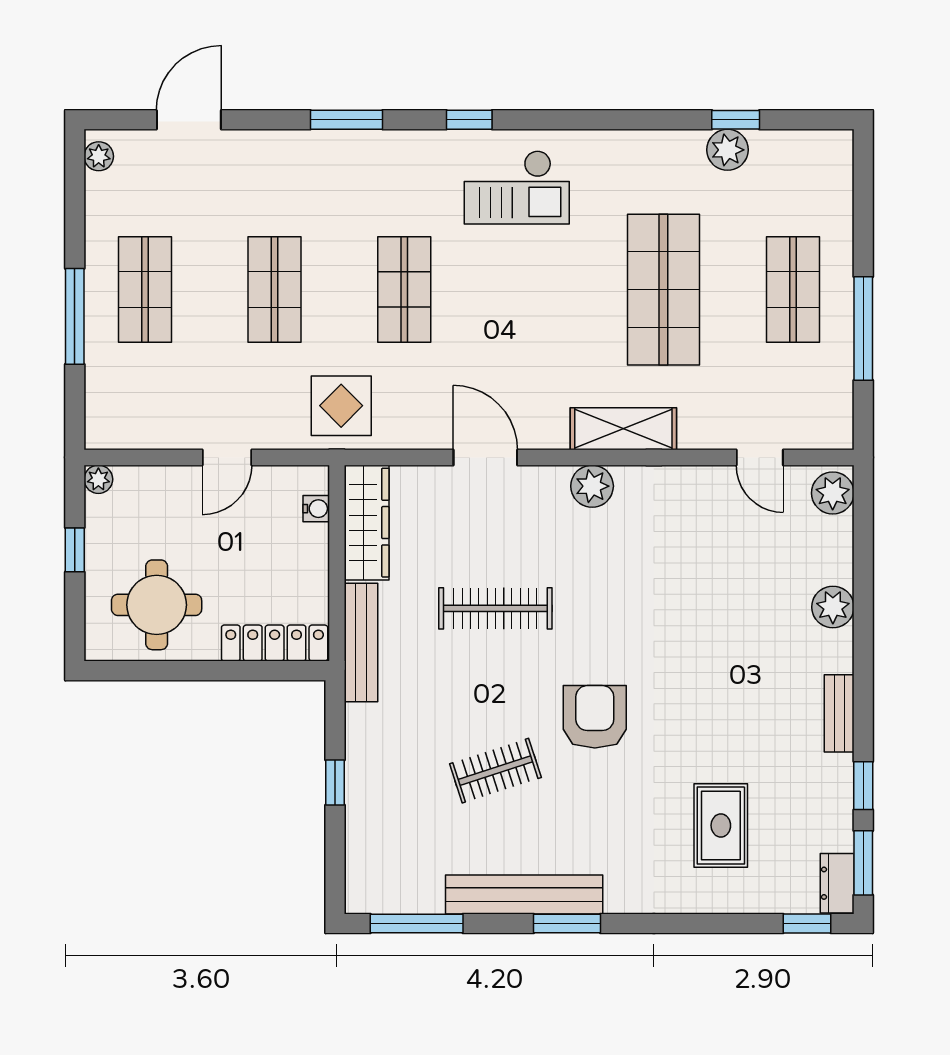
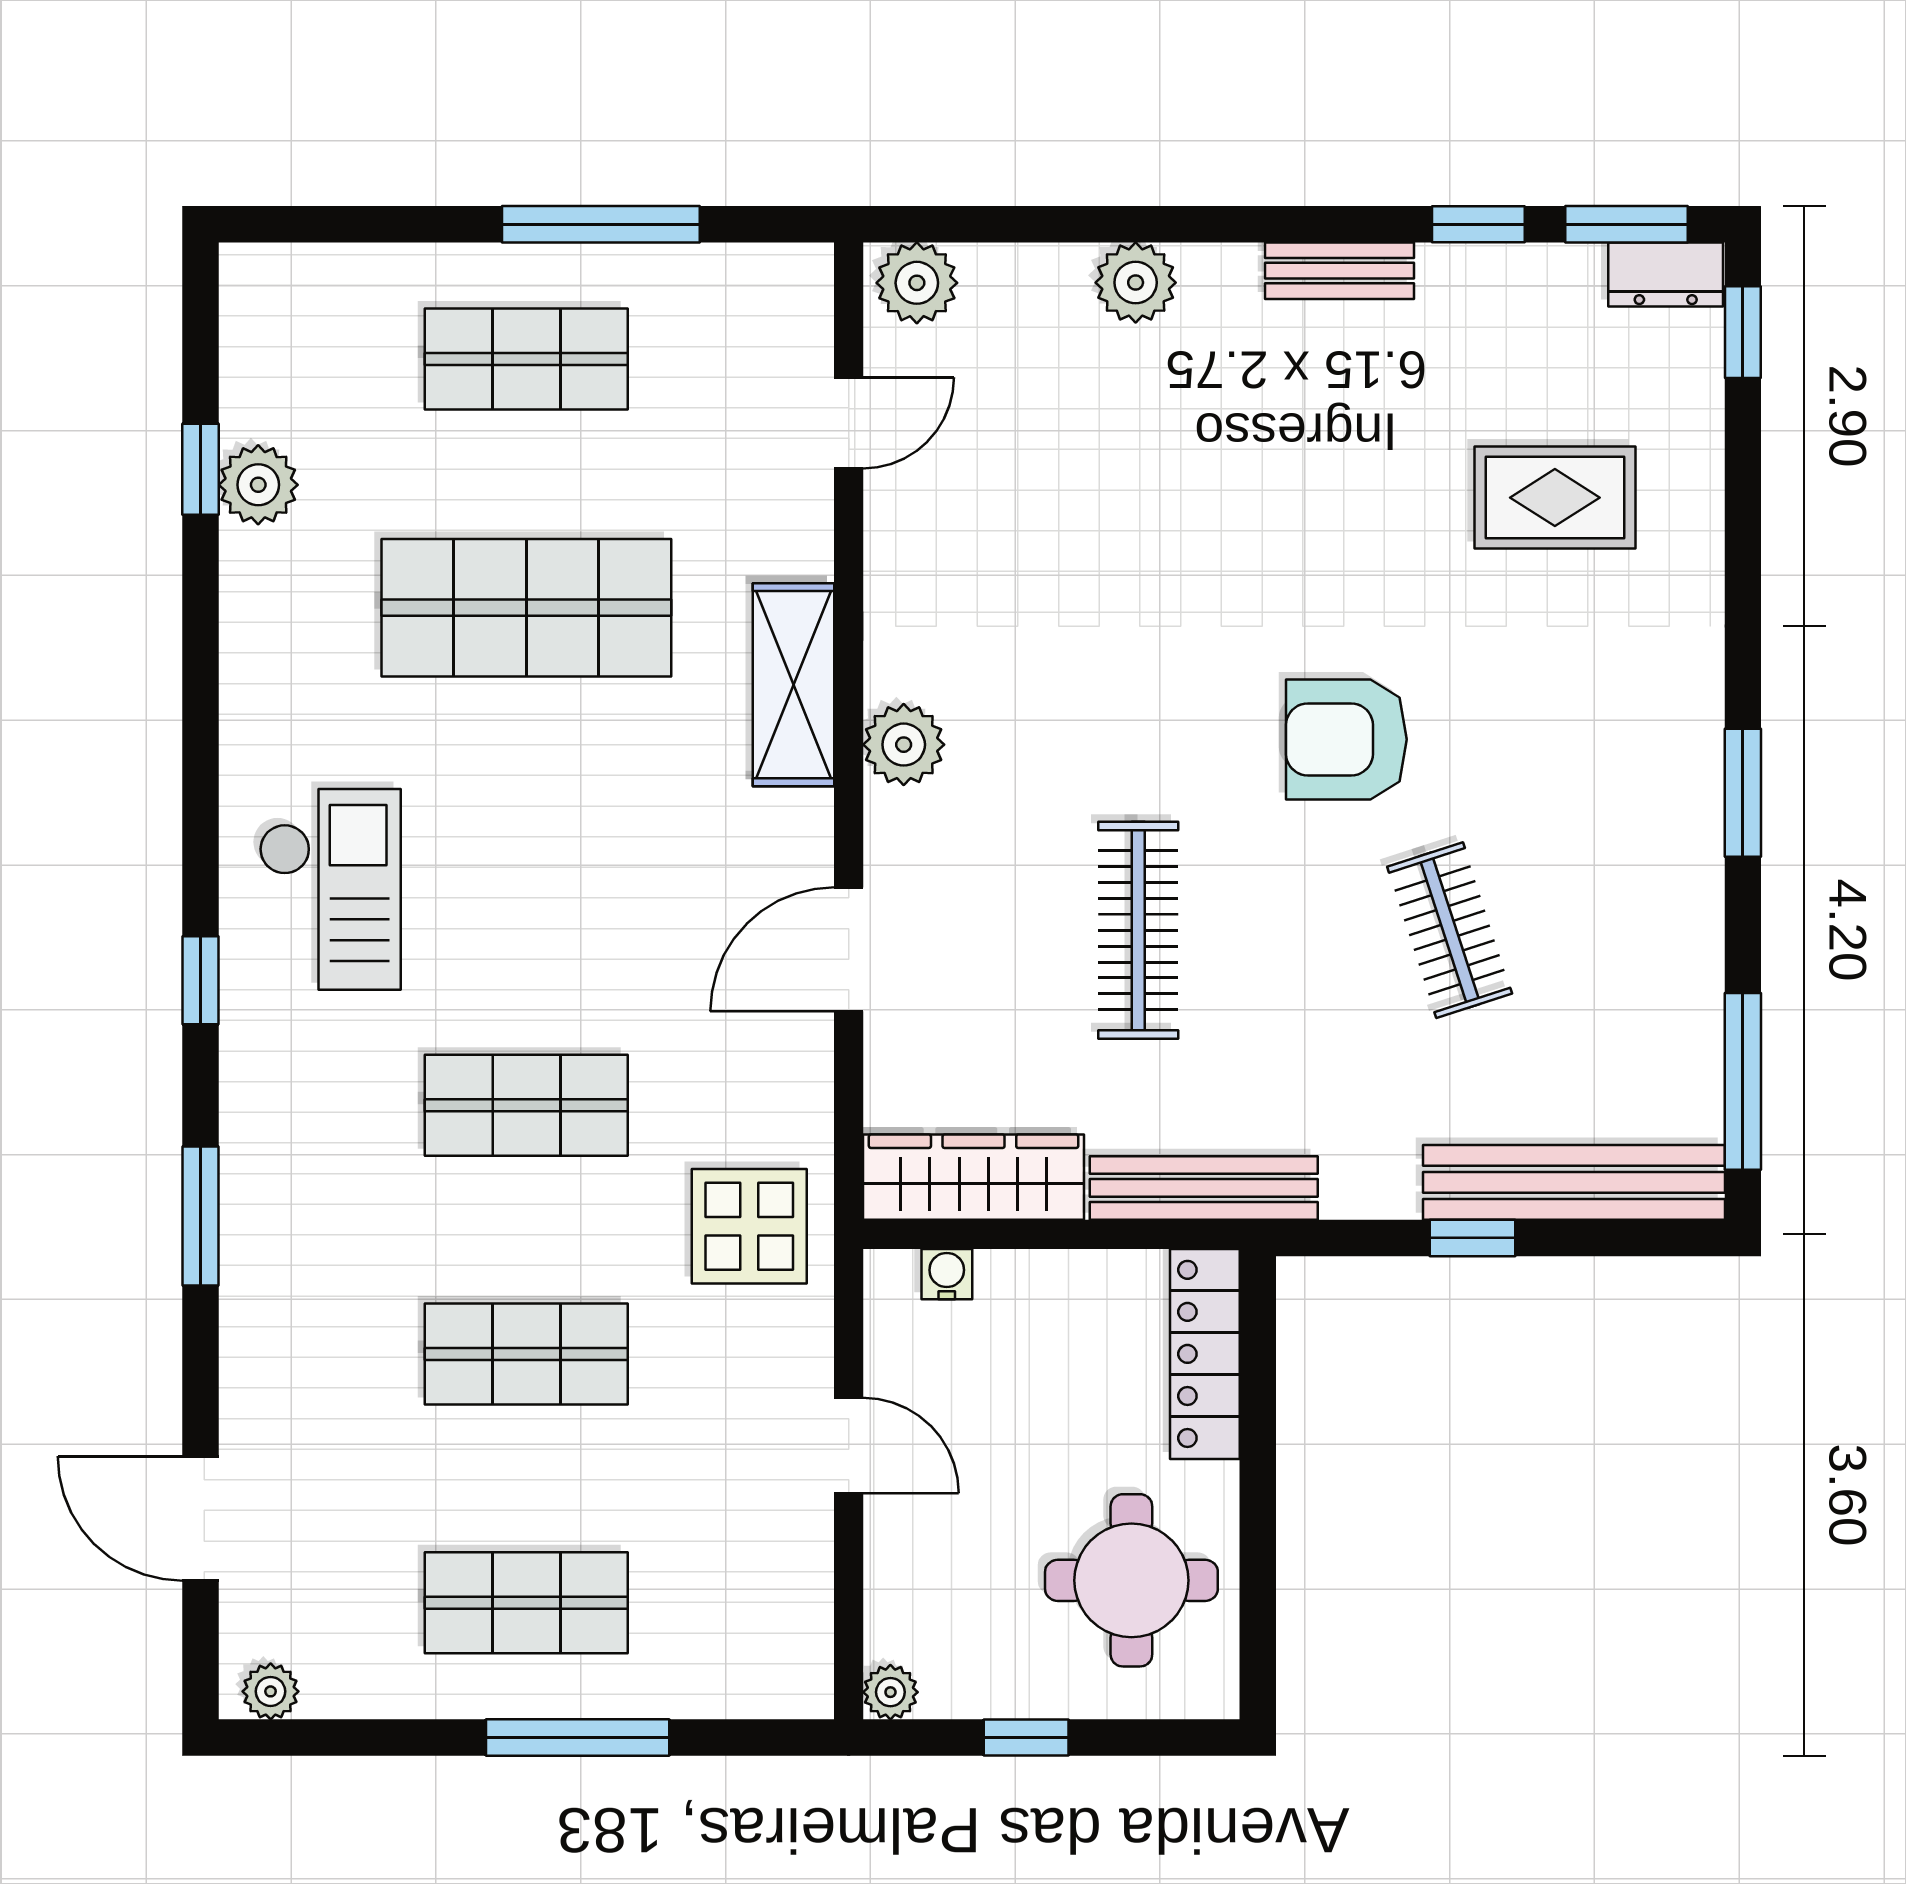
bench: (524, 894) -> (1574, 1182), moved, turned 90

